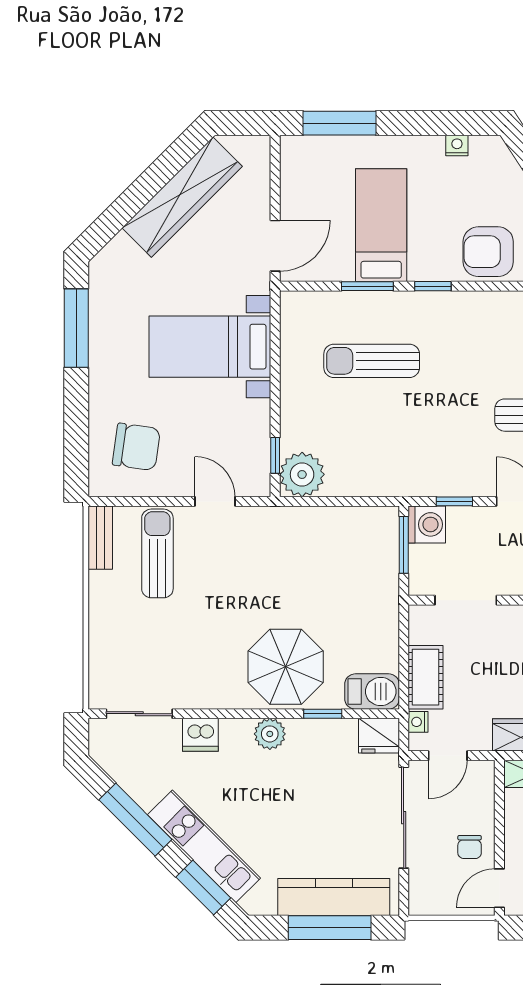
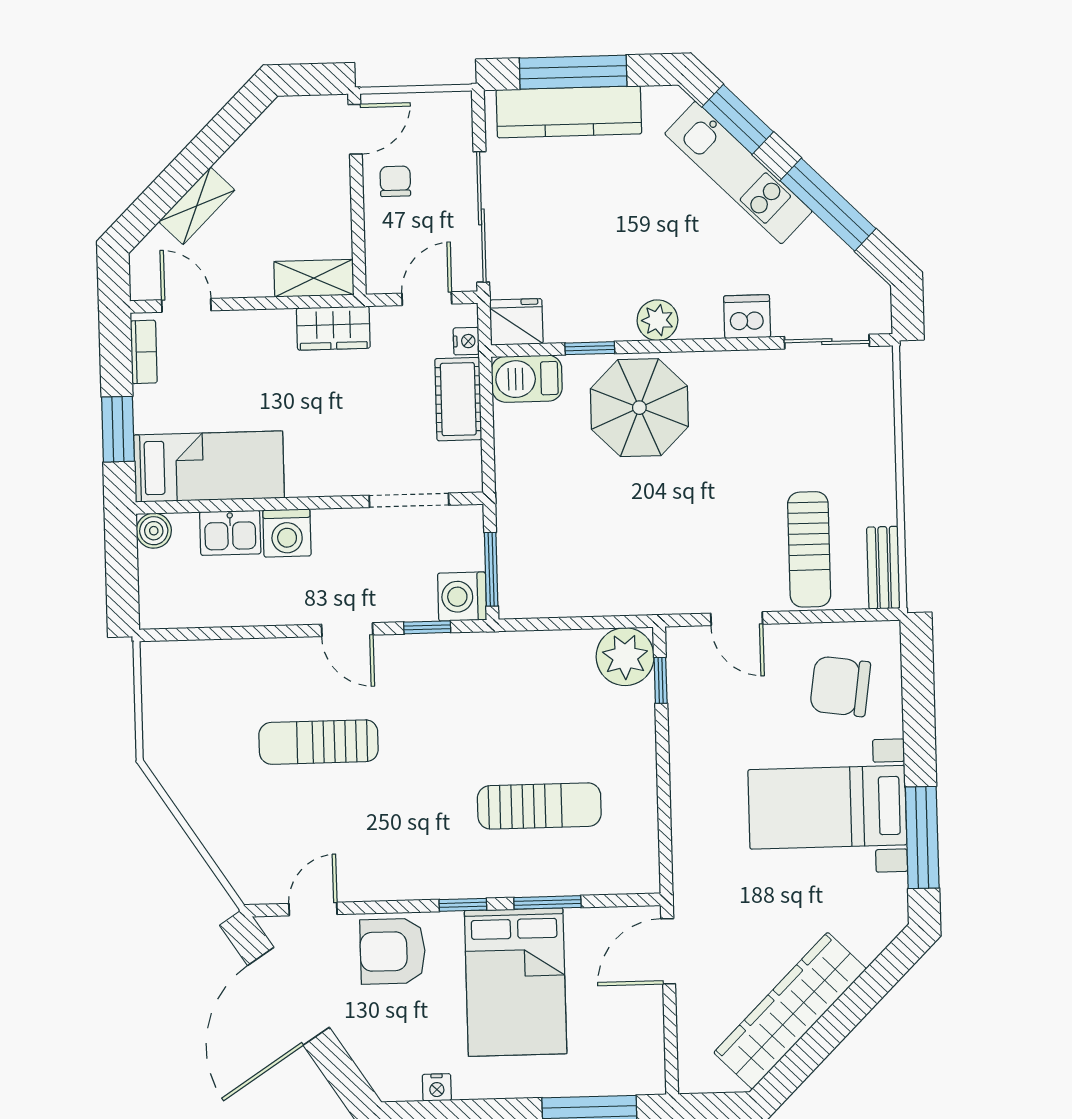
bed: (381, 225) -> (516, 982), width x1.50
armchair: (488, 252) -> (393, 951), turned 180
bed with nightstands: (210, 347) -> (827, 807), moved, turned 180

